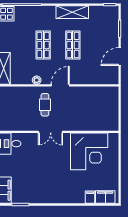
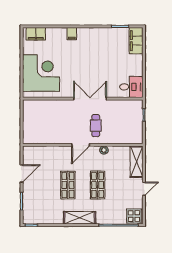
shelving: (72, 12) -> (80, 218), moved
double door: (51, 132) -> (90, 99), width x1.37
corner desk: (89, 151) -> (41, 73), moved, turned 90
filing cabinet: (90, 197) -> (72, 34), moved

